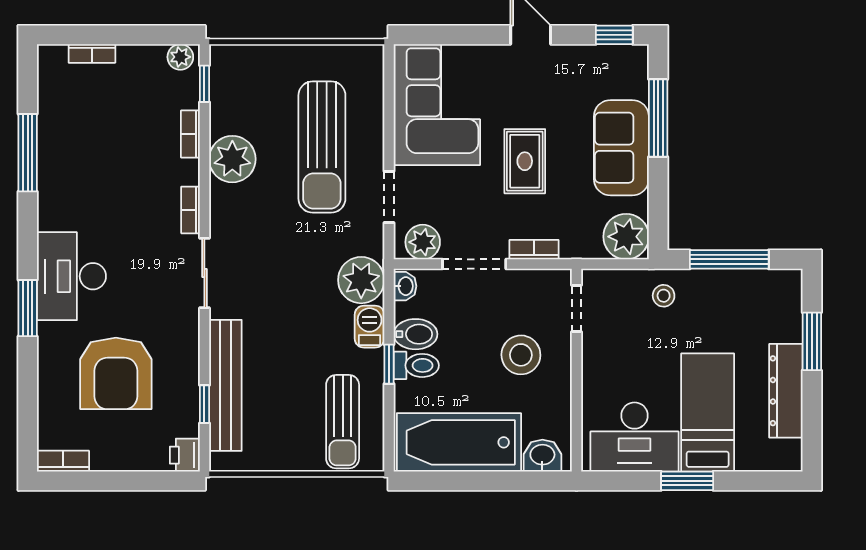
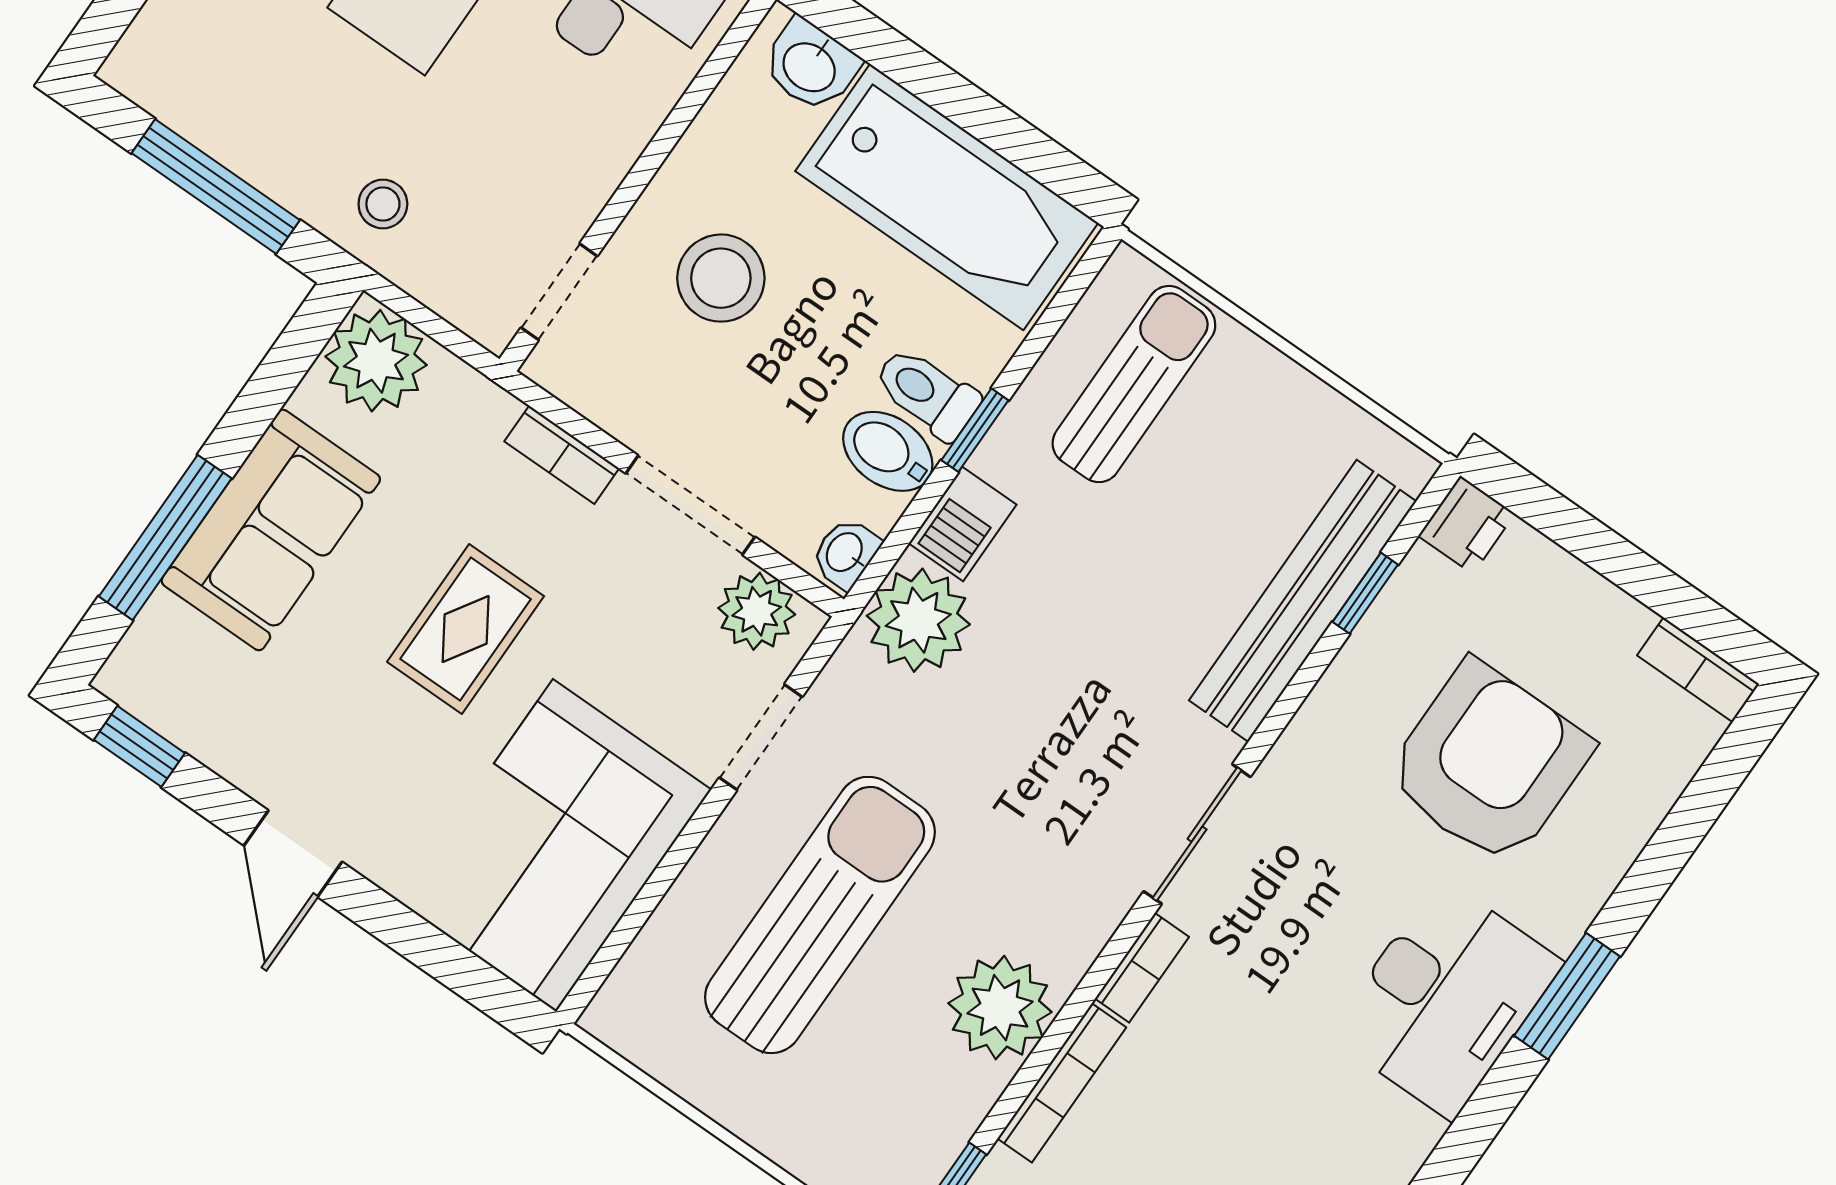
bookcase: (190, 134) -> (1062, 1083), width x1.56

